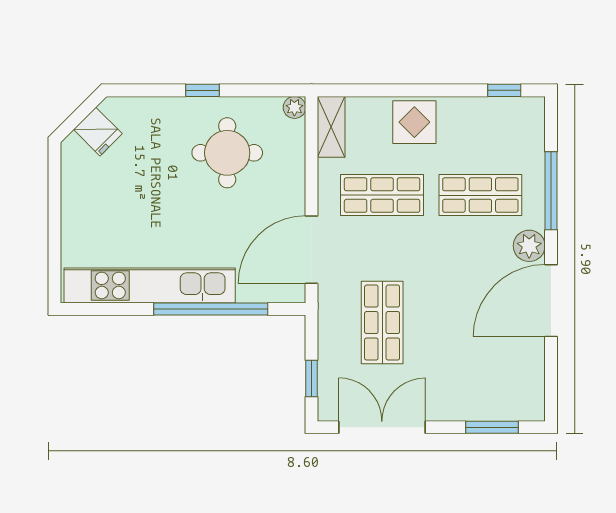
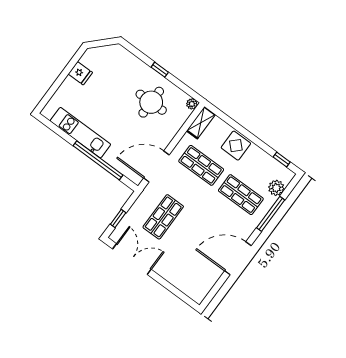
fridge: (98, 132) -> (80, 73), moved, turned -45
plant: (529, 246) -> (276, 188), moved
kitchen unit: (150, 285) -> (80, 133), width x0.73
window: (492, 427) -> (176, 292), removed

